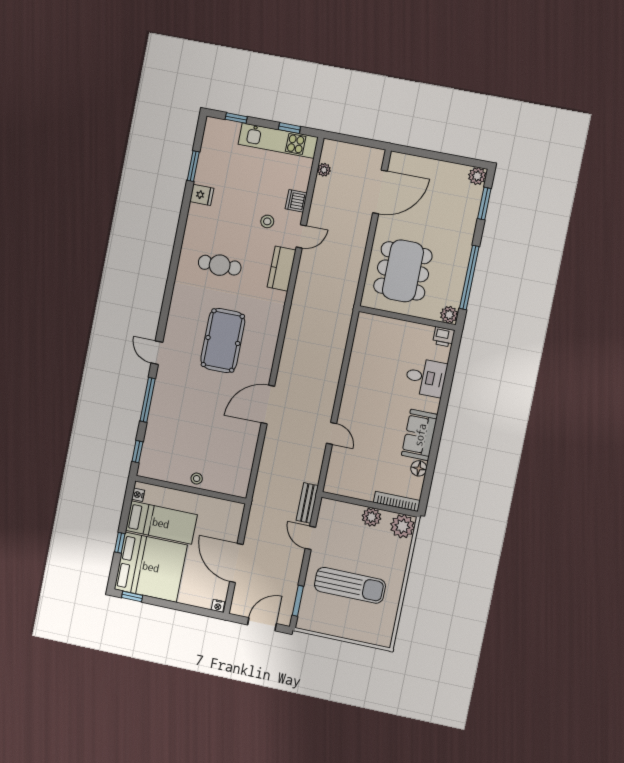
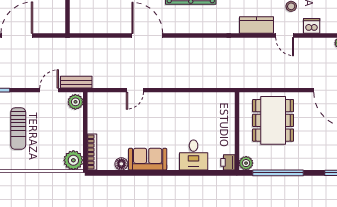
dining table: (403, 271) -> (273, 120), turned 90
plant: (372, 517) -> (75, 102), moved
sun lounger: (350, 585) -> (18, 129), width x0.73, depth x0.75

